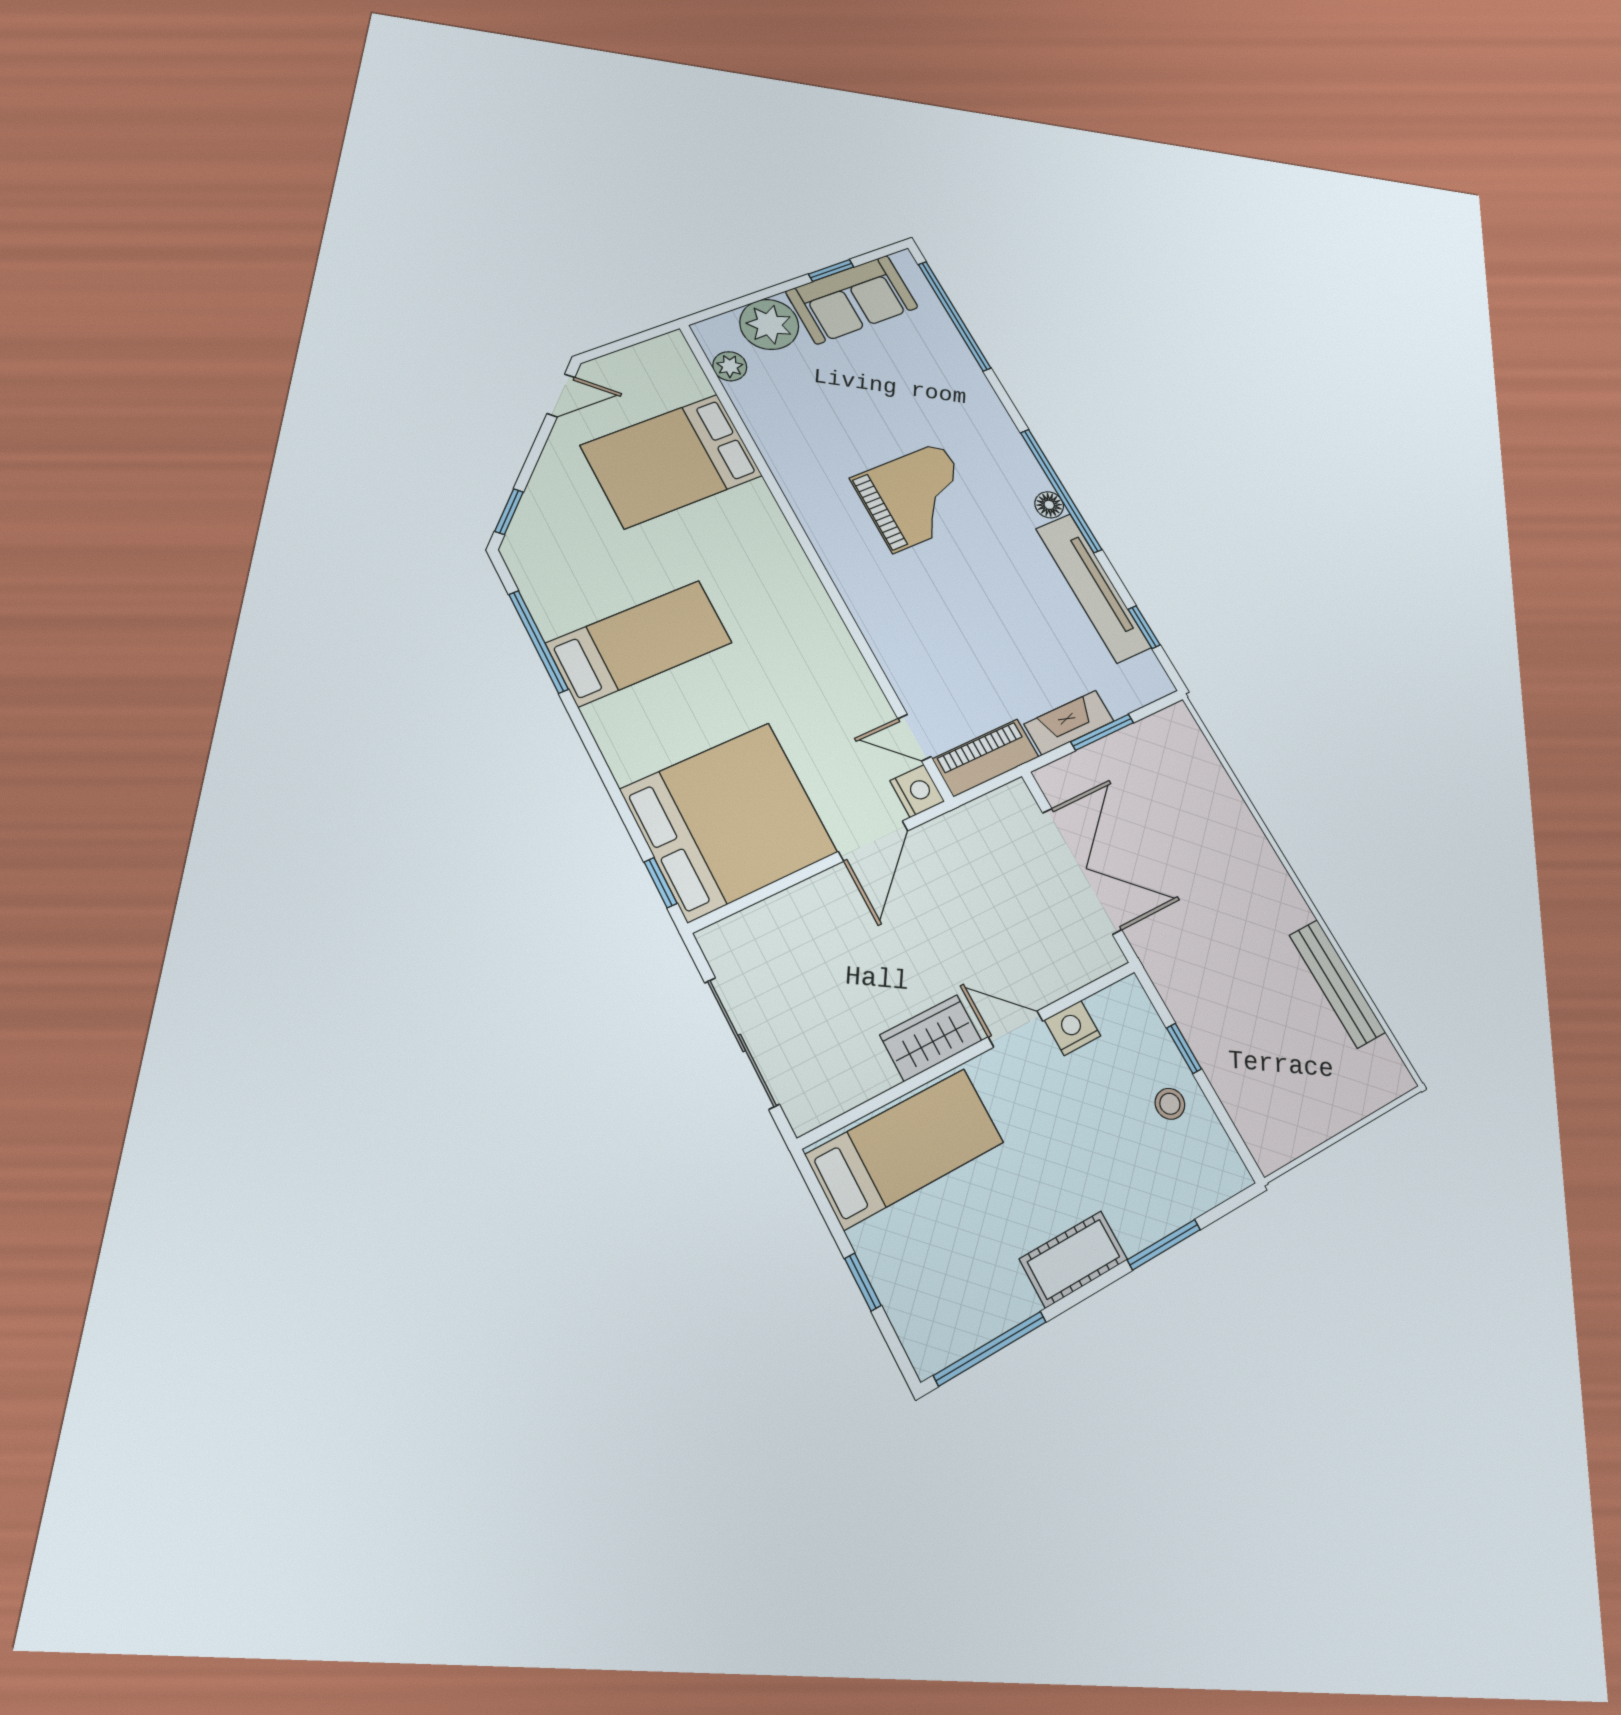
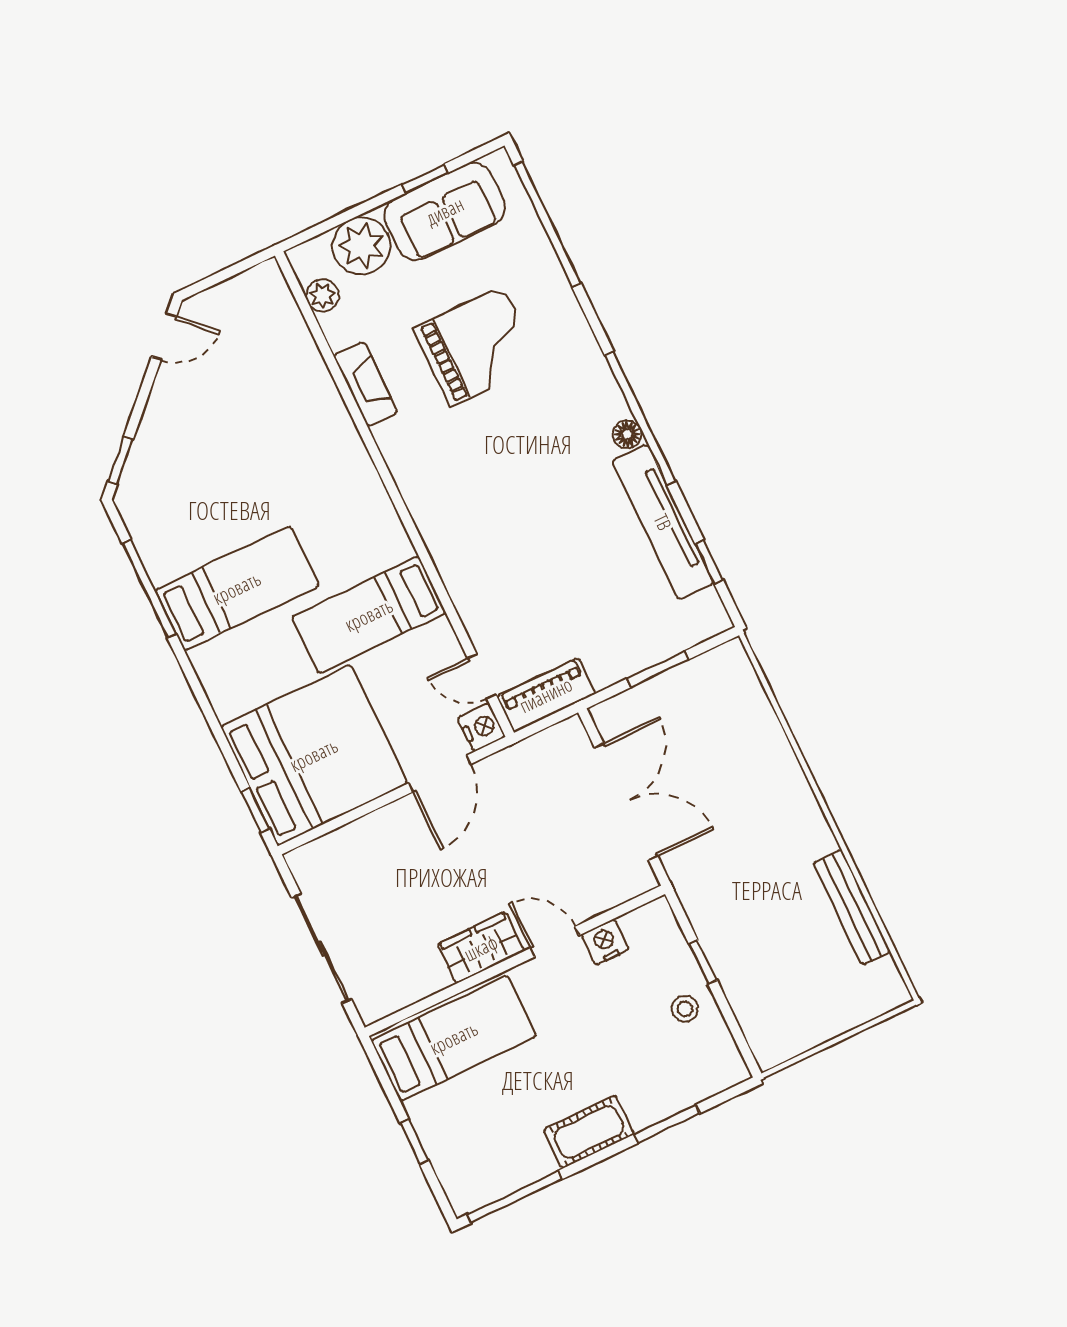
bed: (672, 461) -> (369, 615), moved, width x0.67
grand piano: (917, 497) -> (477, 346), moved
fireplace: (1069, 723) -> (366, 384), moved, turned 90

